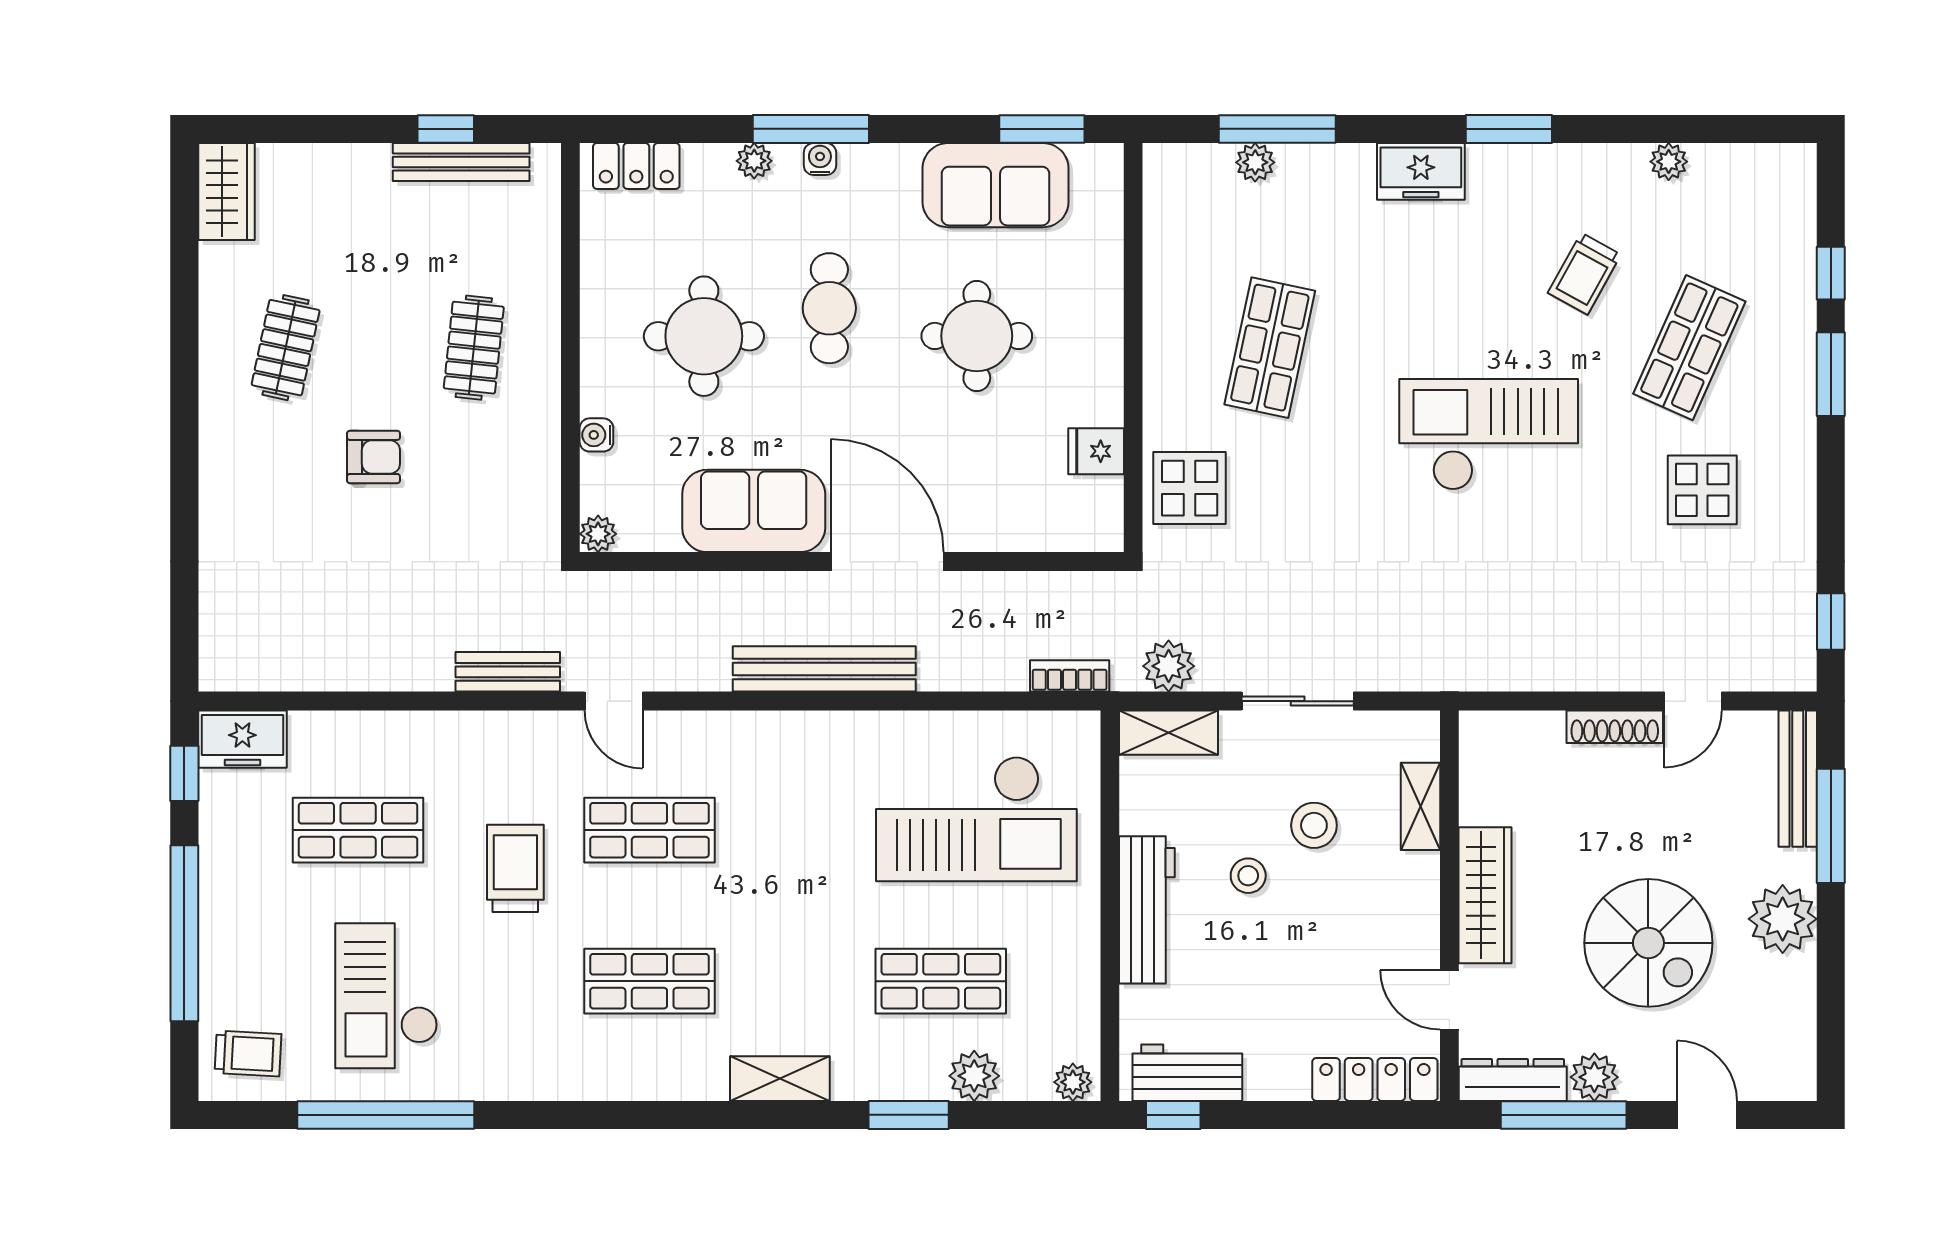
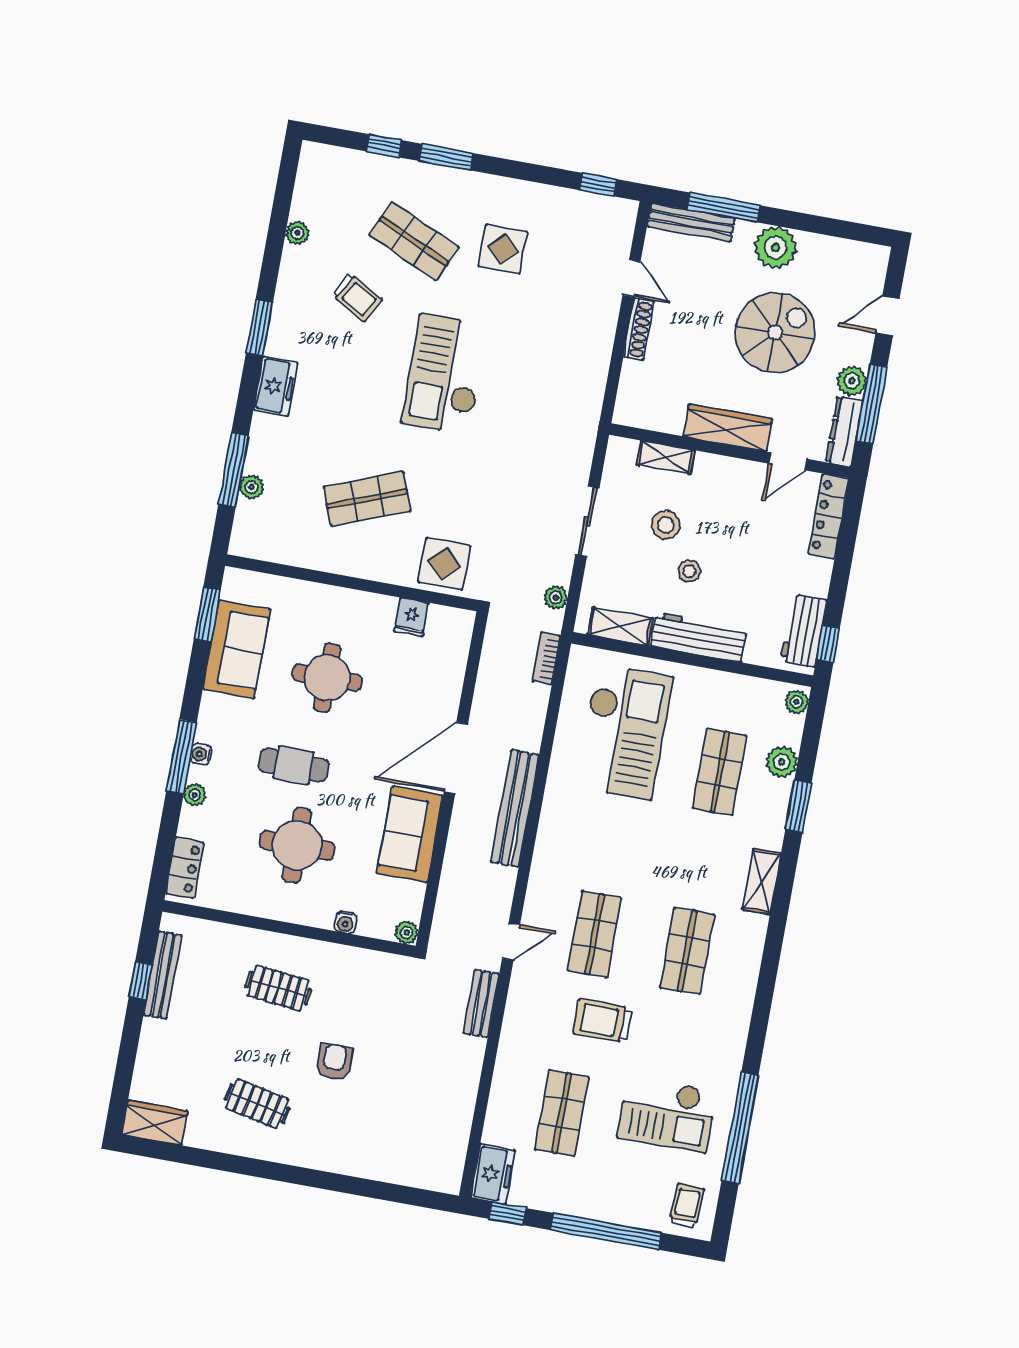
shop shelf: (1270, 348) -> (367, 499), turned -33
plant: (1169, 666) -> (556, 597), width x0.73, depth x0.73
shelving: (1169, 733) -> (620, 626), moved, turned 90

